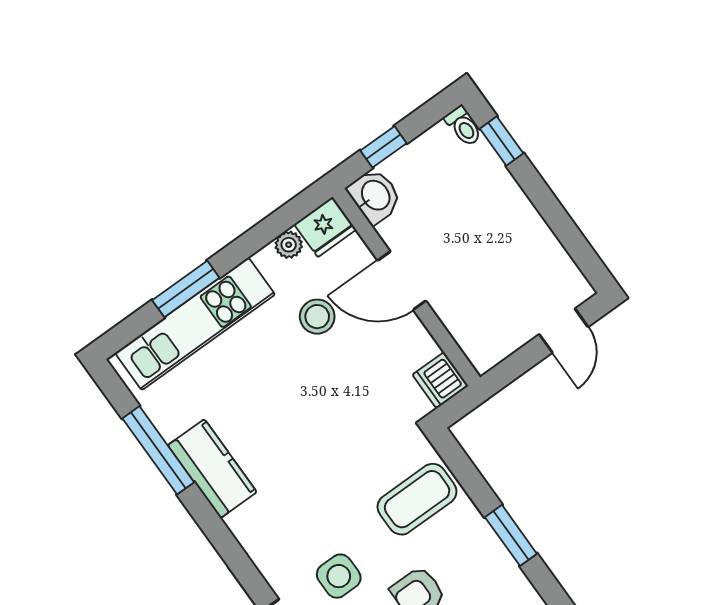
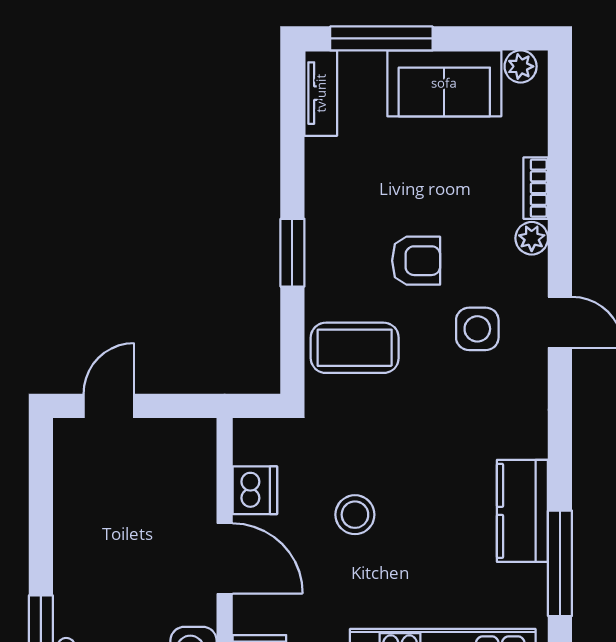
stool: (317, 317) -> (355, 515), moved
dishwasher: (440, 380) -> (255, 490), moved

